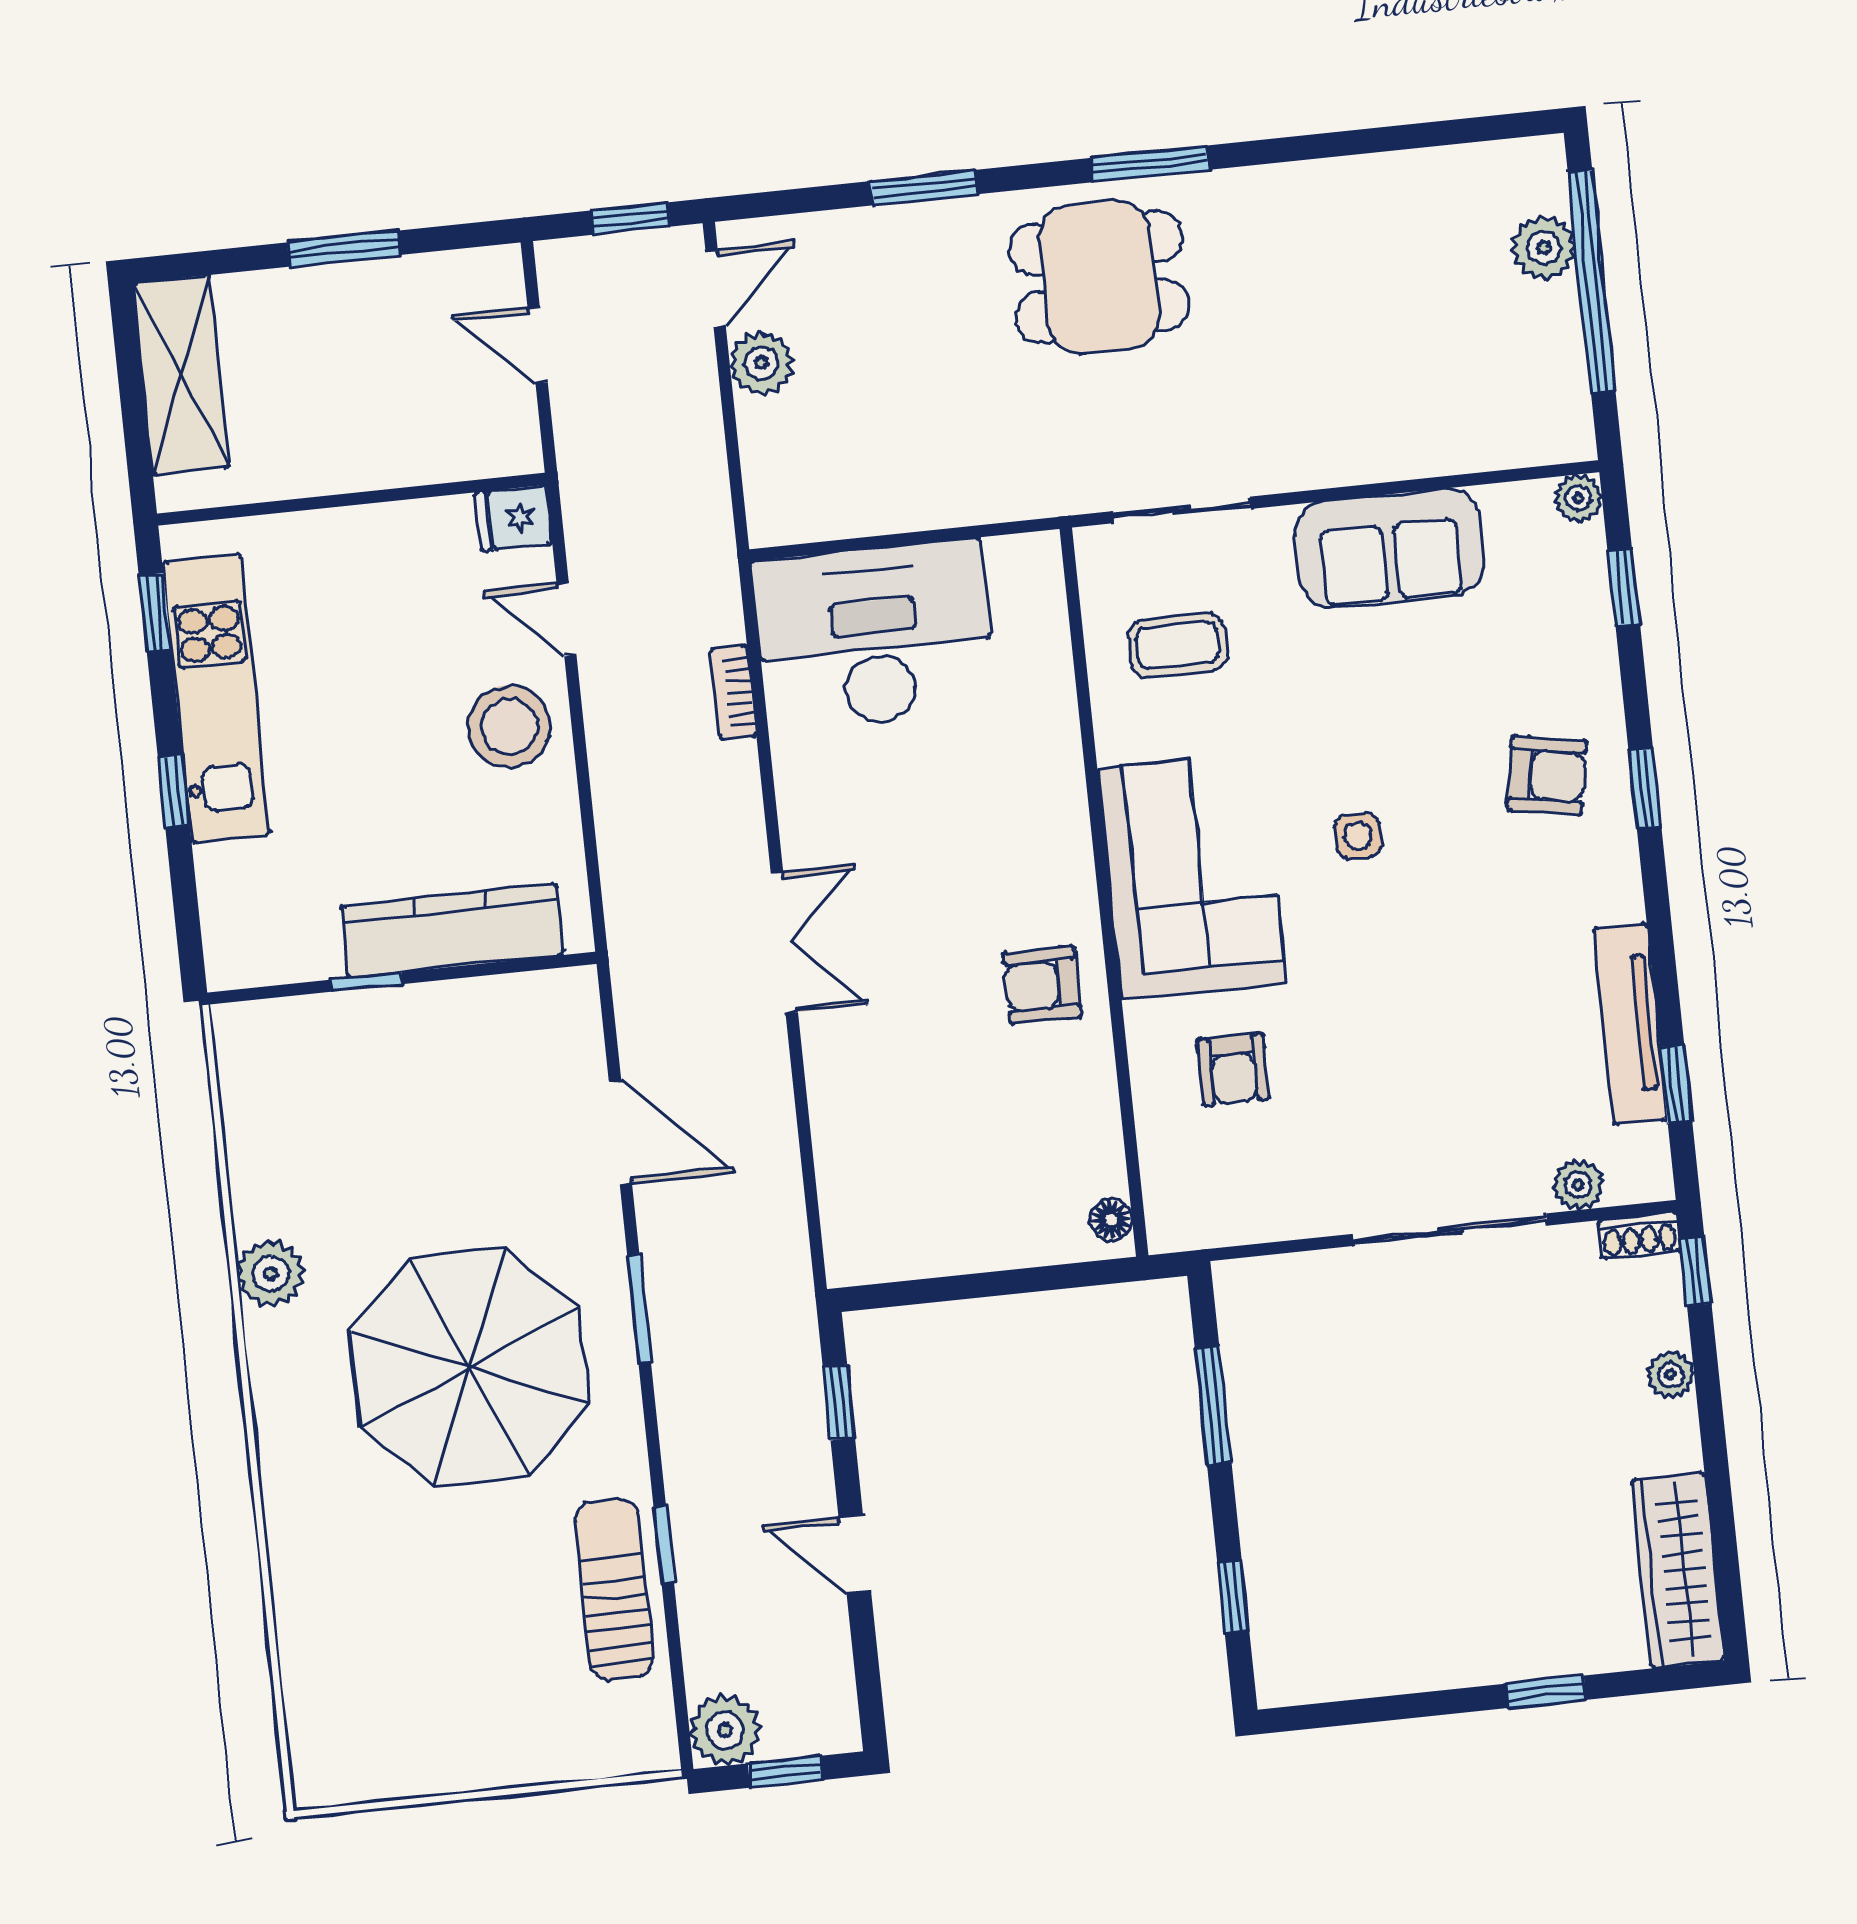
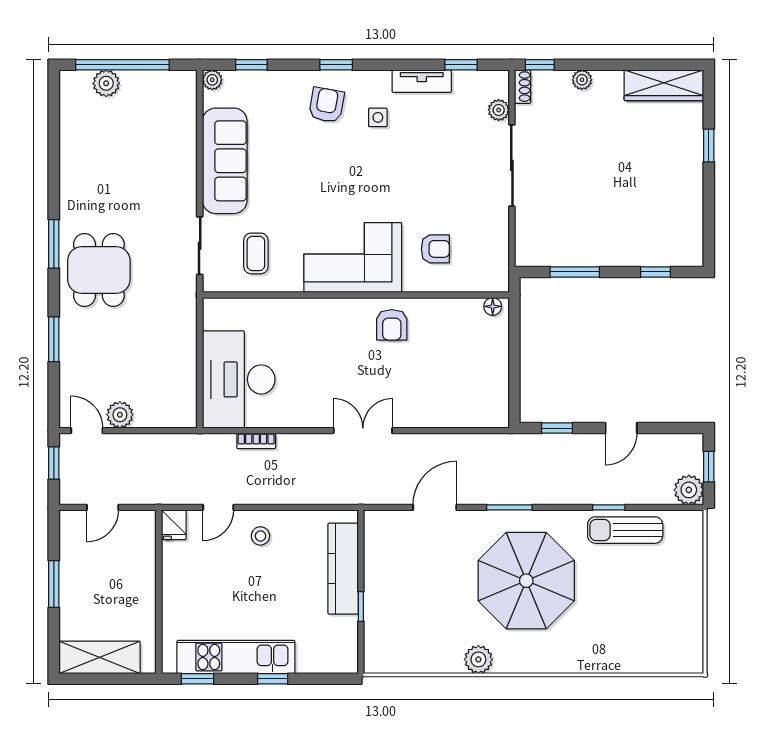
sofa: (1389, 548) -> (225, 161), width x1.36
stool: (509, 726) -> (260, 536), width x0.53, depth x0.53
side table: (1358, 836) -> (378, 117), moved
tv unit: (1630, 1024) -> (422, 81), width x0.71

